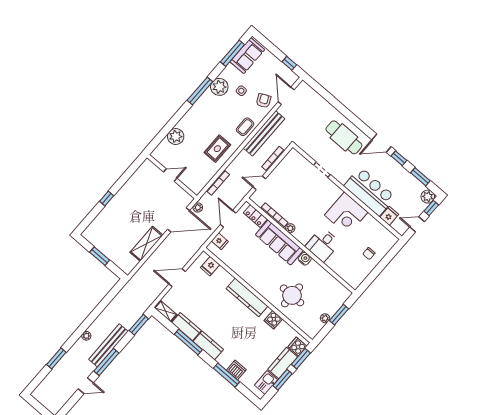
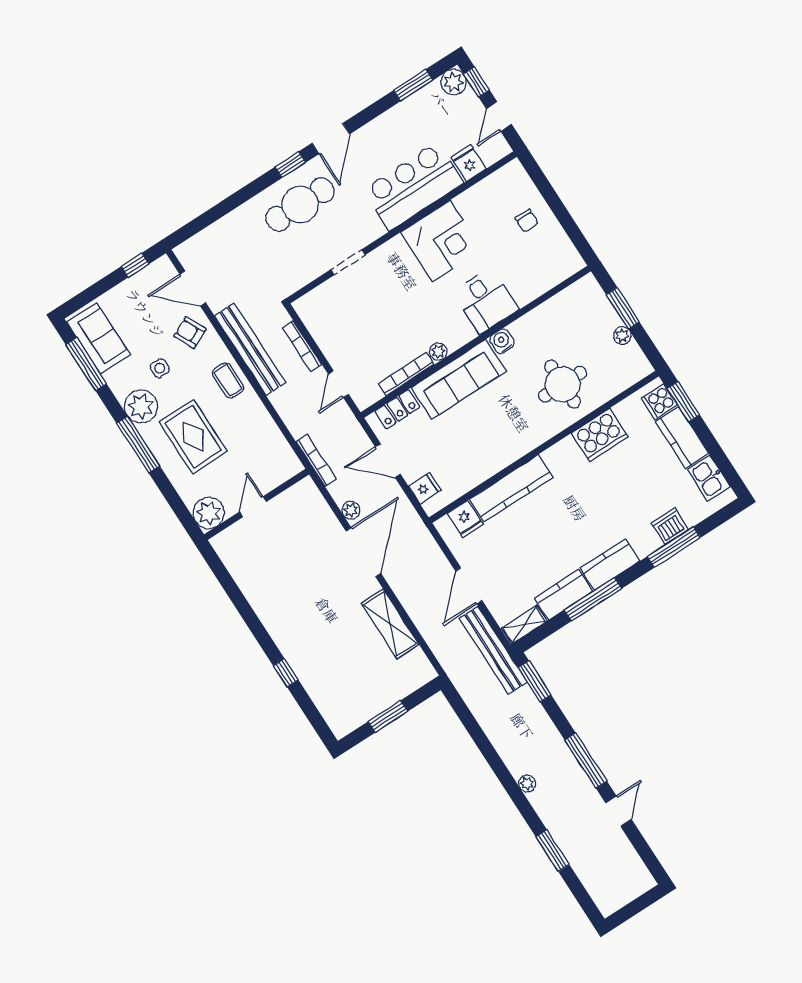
rug: (217, 149) -> (193, 437), moved, width x1.36, depth x1.43
window: (399, 158) -> (290, 165), moved
door: (170, 175) -> (253, 507), moved
wall: (172, 177) -> (257, 504), moved
kitchen counter: (247, 297) -> (511, 488), moved
cooker: (273, 320) -> (600, 435), width x1.87, depth x1.31
bench: (108, 345) -> (493, 650), moved
window: (283, 380) -> (712, 447), removed

